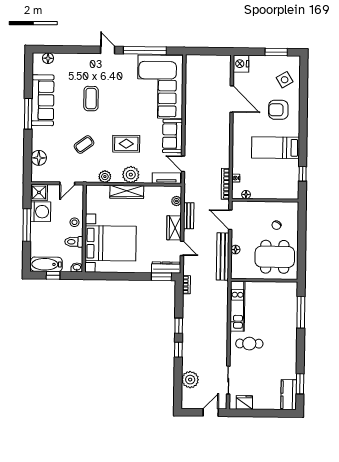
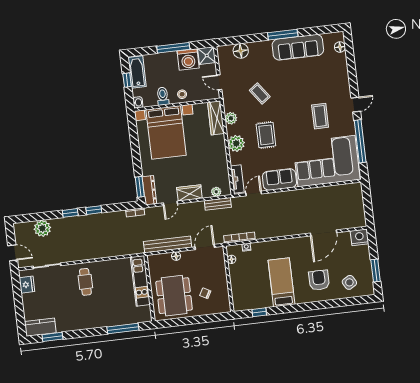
coffee table: (91, 99) -> (320, 116), moved, turned 90
wardrobe: (127, 192) -> (216, 118), moved
bench: (189, 216) -> (218, 204), moved
kitchen unit: (237, 306) -> (140, 281), moved, turned 90

